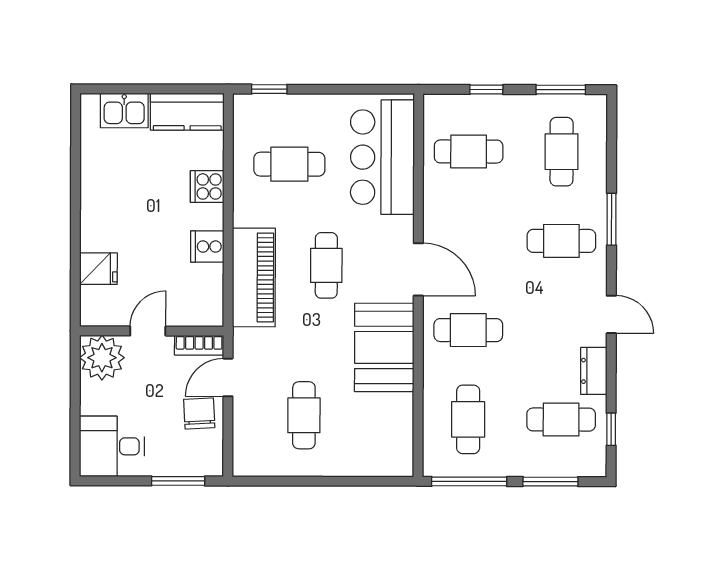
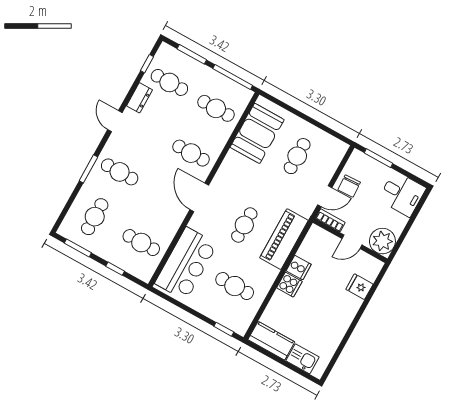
cooker: (207, 186) -> (289, 285), moved
booth: (384, 347) -> (257, 133), moved
cafe table: (468, 419) -> (216, 108), turned 90

